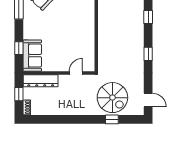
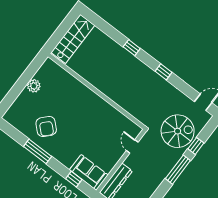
window: (84, 119) -> (178, 170), added

